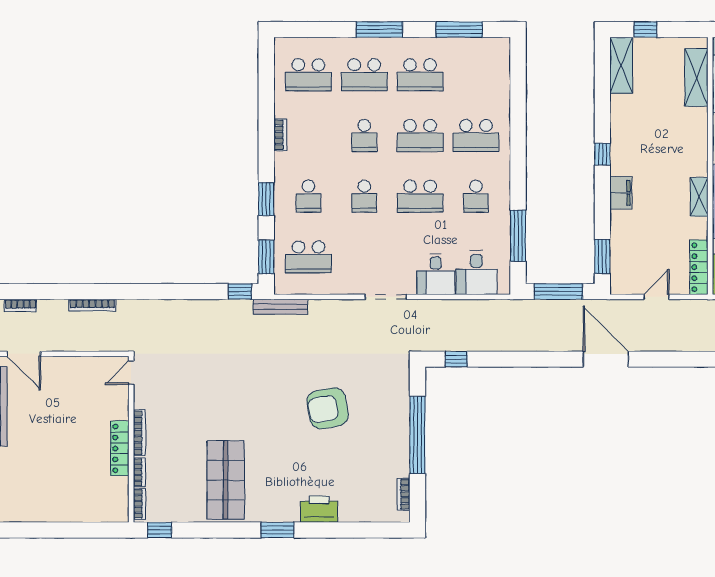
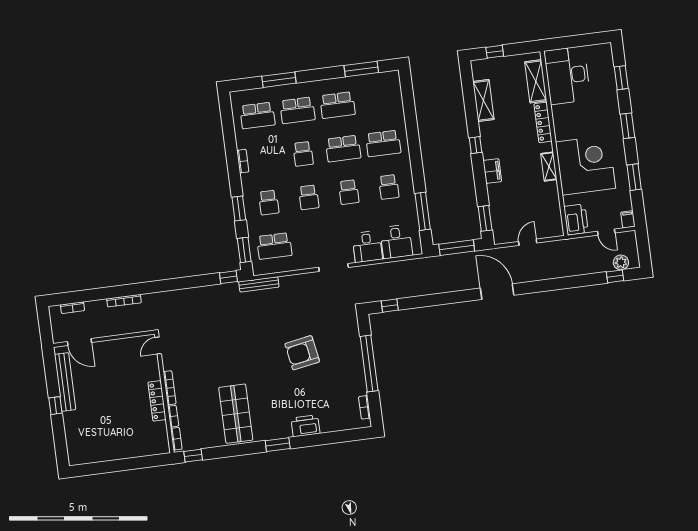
window: (379, 30) -> (279, 80), moved
shelving: (621, 65) -> (483, 100), moved
school desk: (420, 196) -> (349, 192), width x0.54
locker: (699, 267) -> (543, 122), moved

